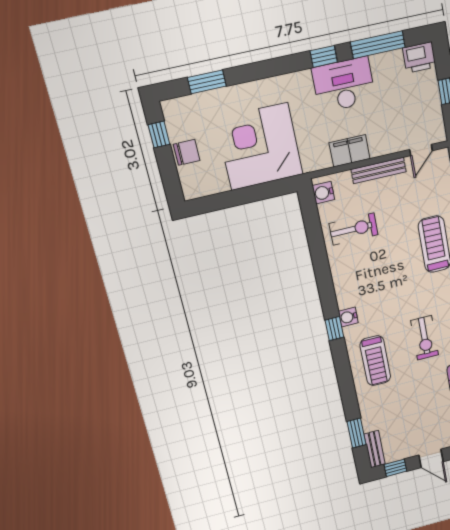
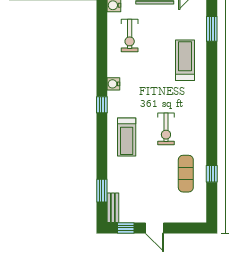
exercise bike: (354, 229) -> (130, 36), turned 90
water cooler: (348, 317) -> (113, 84), moved

